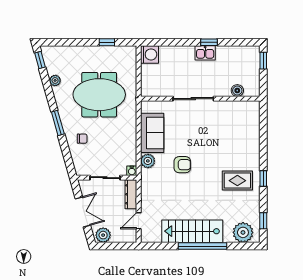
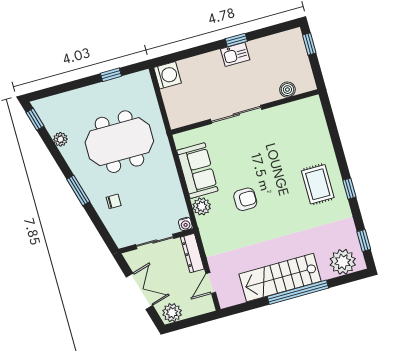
rug: (237, 181) -> (318, 184), moved, turned 90

